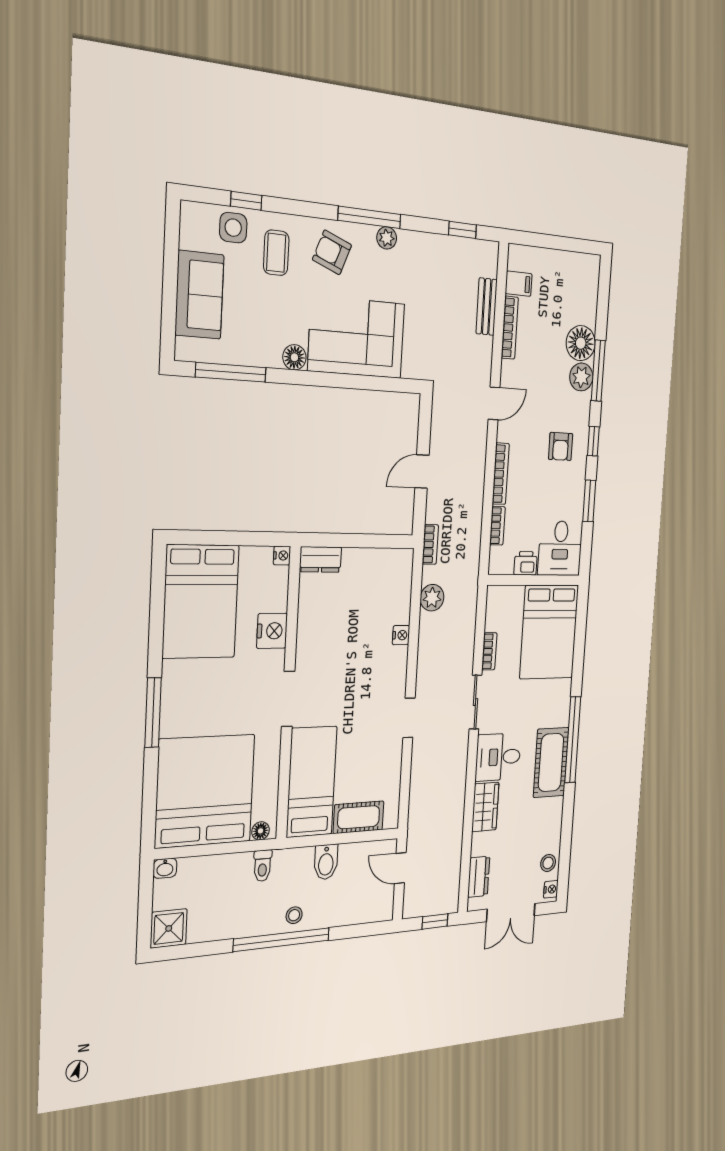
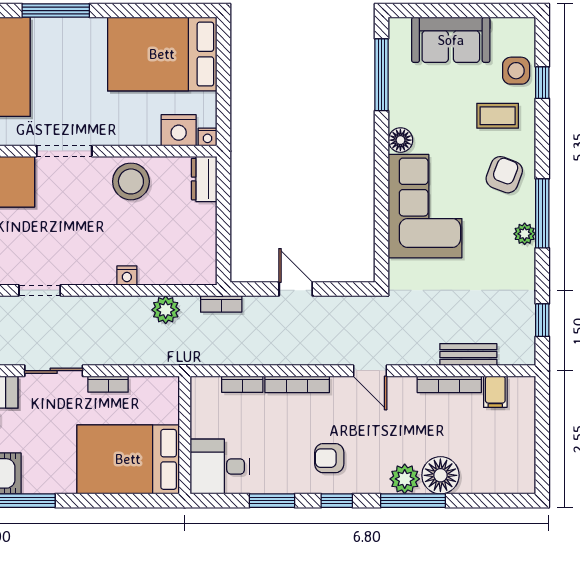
printer: (526, 563) -> (203, 423), removed
nightstand: (272, 631) -> (179, 130), moved
stool: (319, 632) -> (131, 181), added

